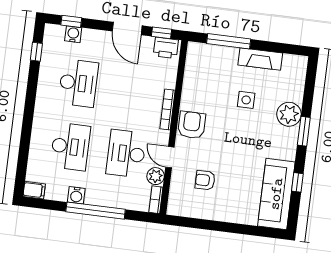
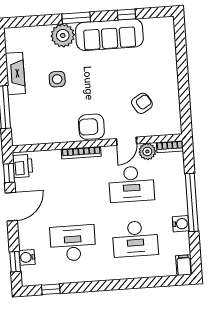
desk: (70, 147) -> (135, 239), turned 180
armchair: (205, 180) -> (142, 103), turned -122
sofa: (276, 194) -> (109, 35), moved

